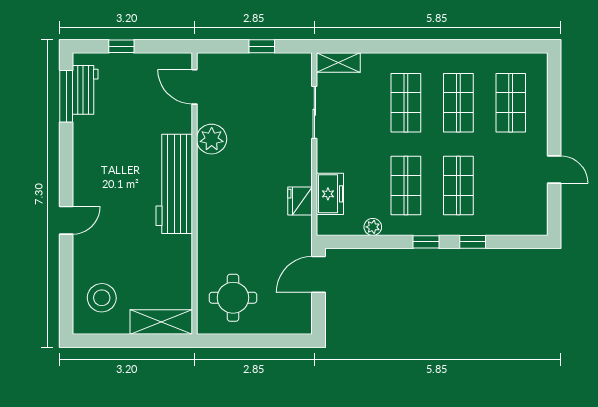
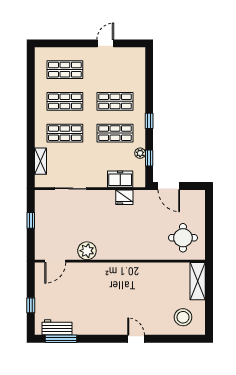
shelving: (338, 62) -> (41, 161), moved
workbench: (174, 184) -> (114, 273), removed
window: (473, 242) -> (149, 158), moved

